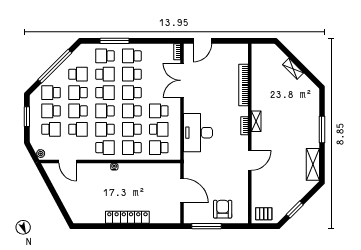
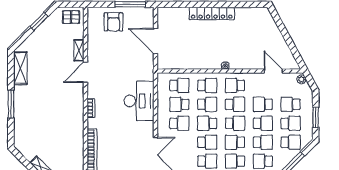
school desk: (132, 111) -> (207, 123), turned 180
shelving: (256, 121) -> (79, 50), moved

